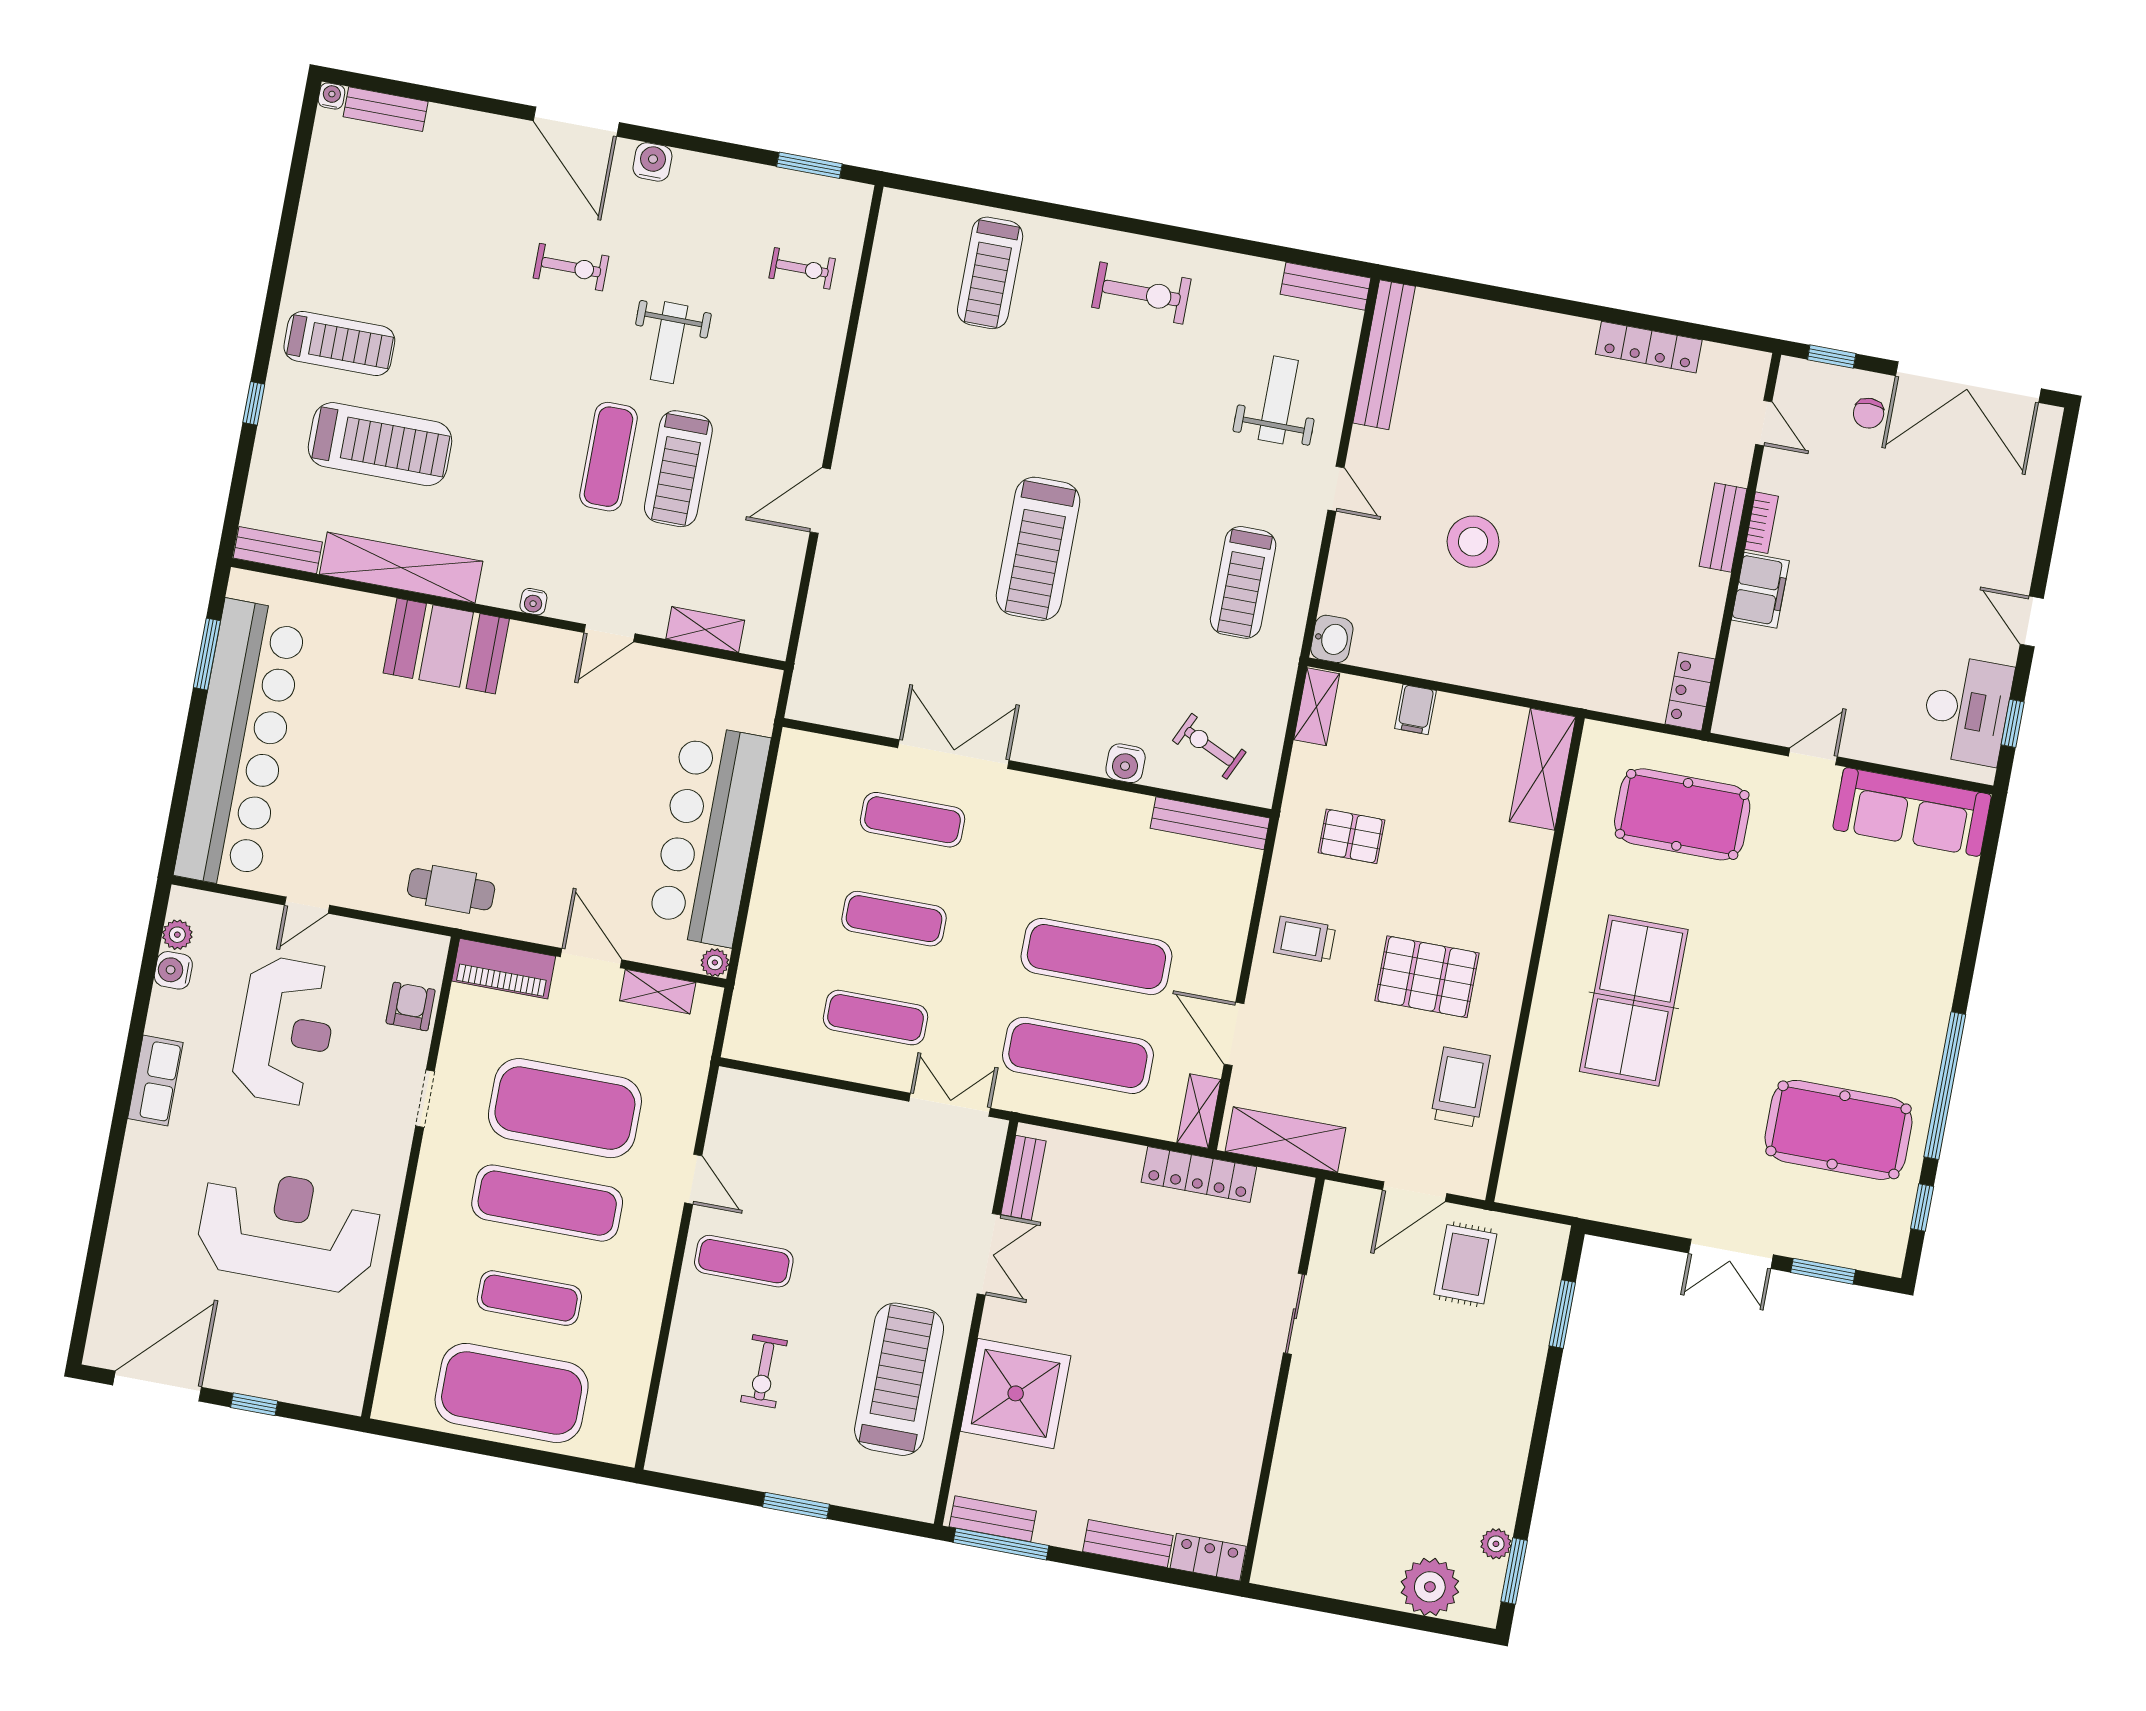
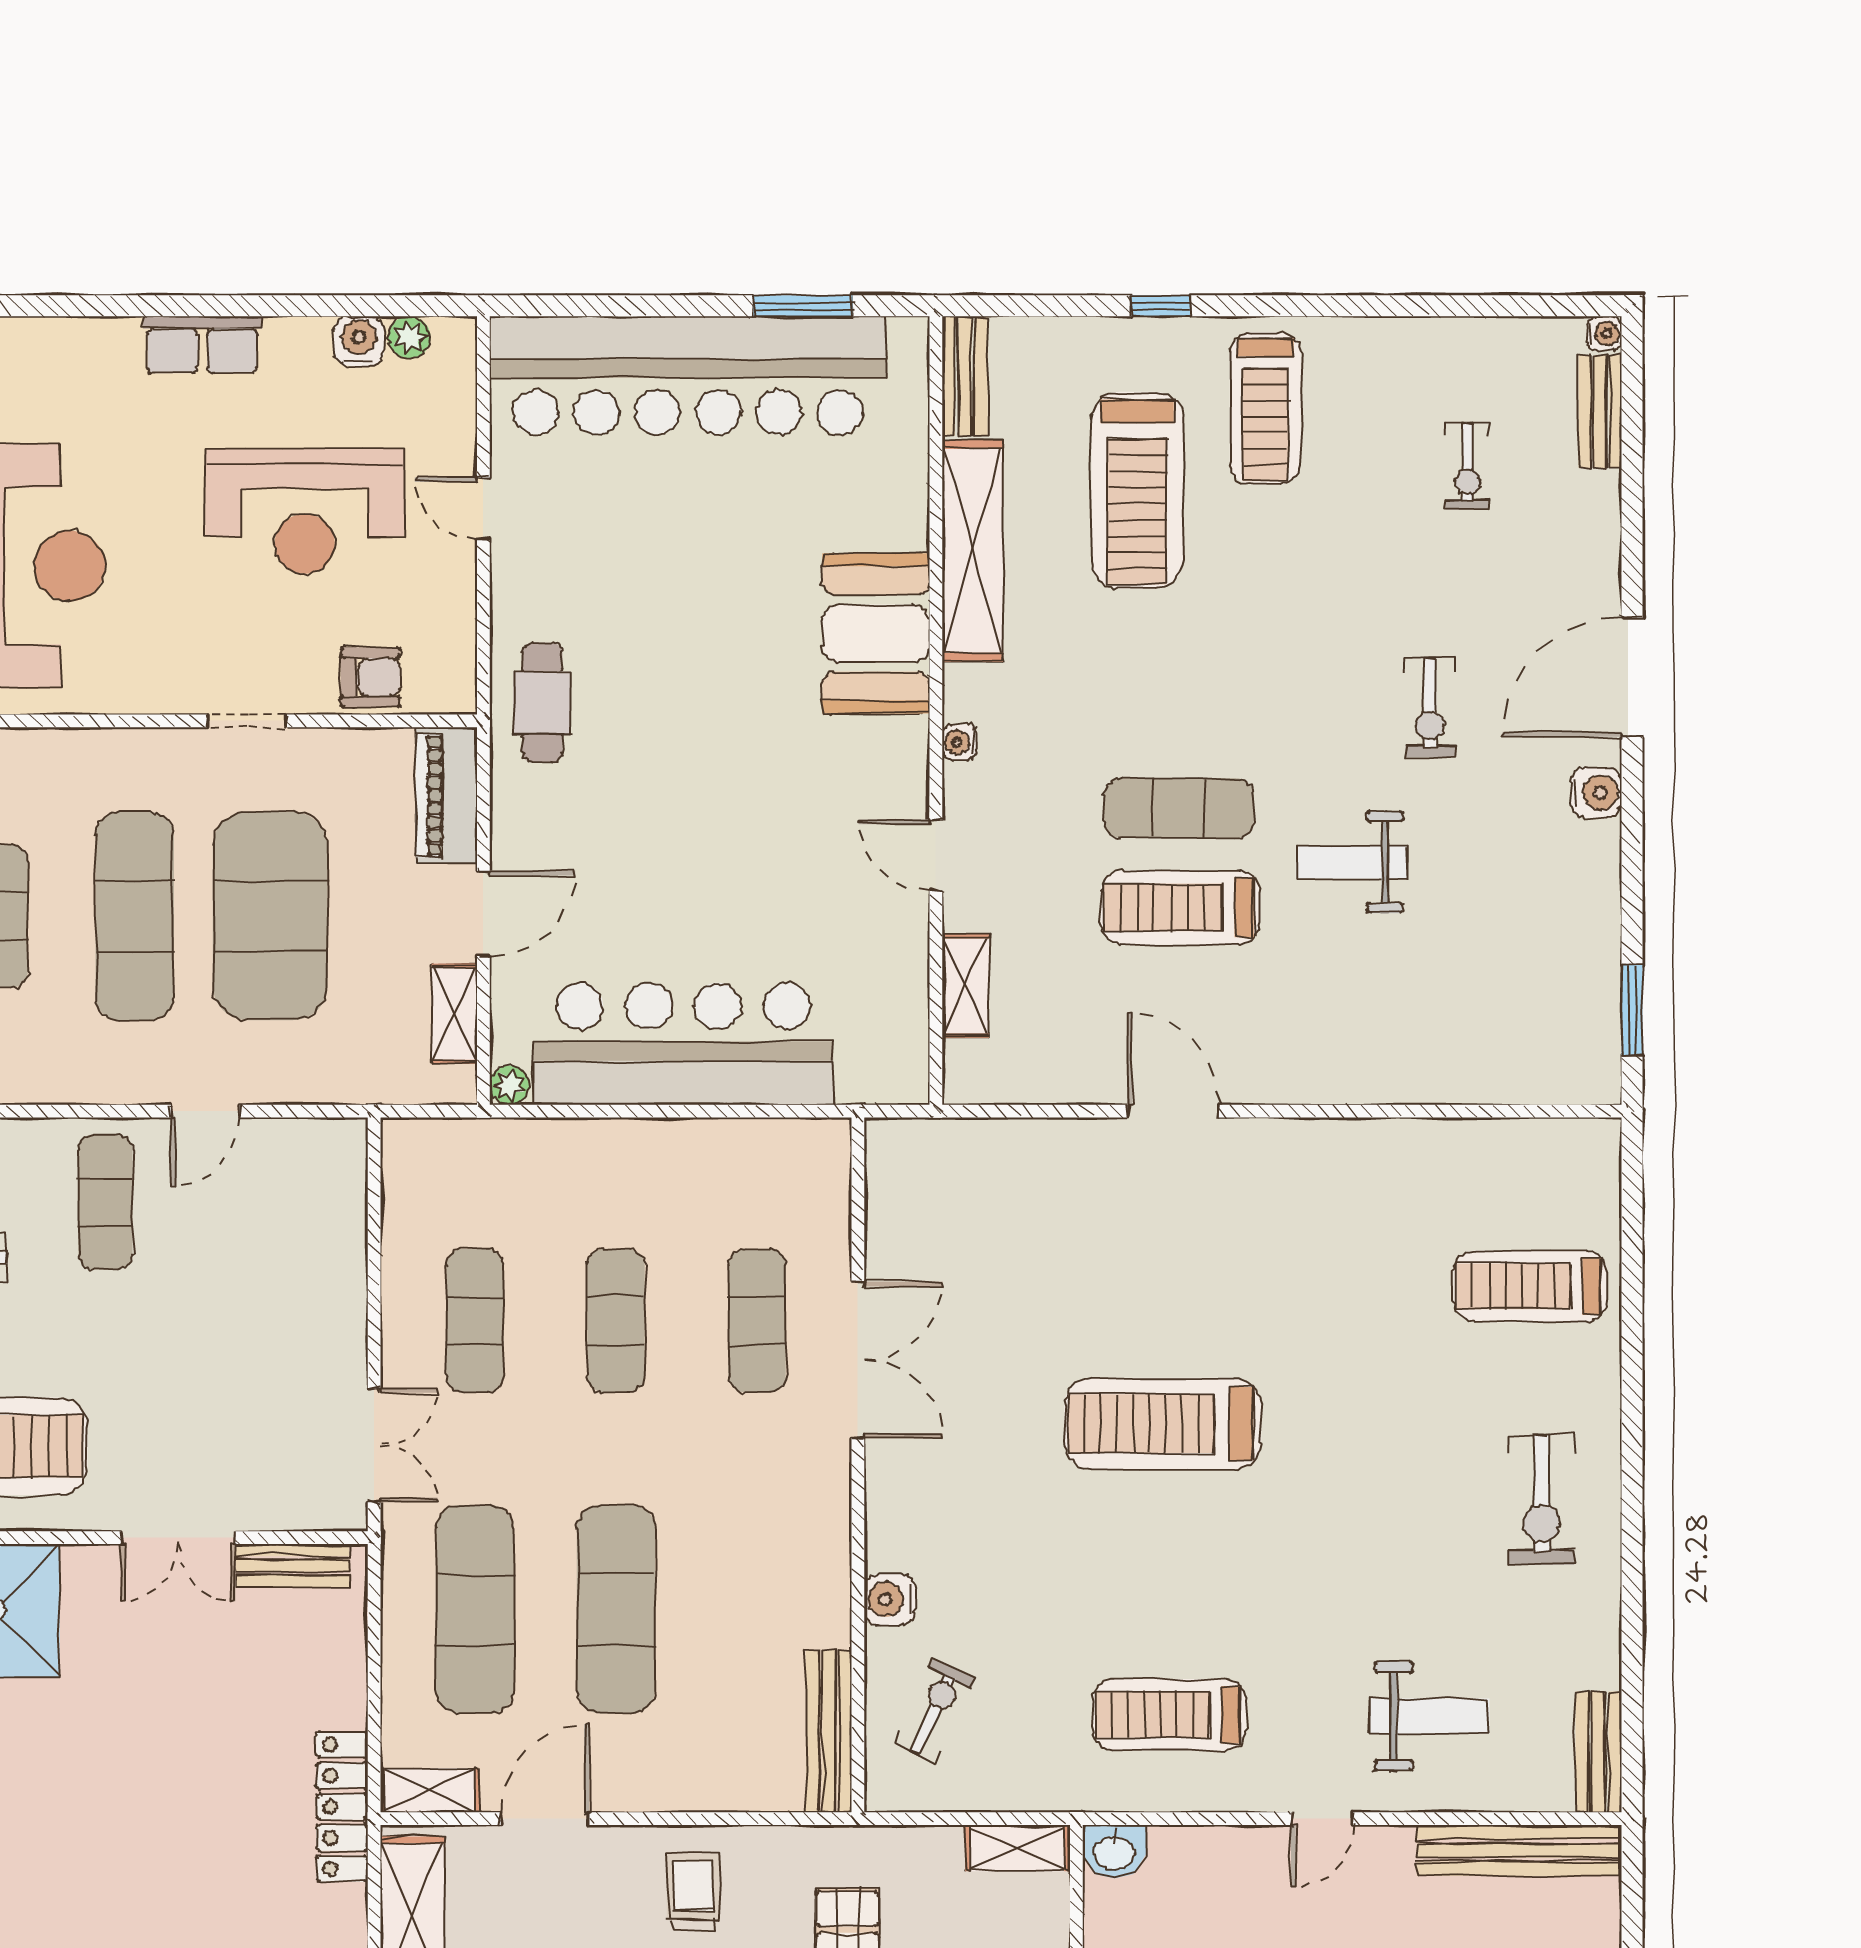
exercise bike: (802, 268) -> (1467, 466), moved

